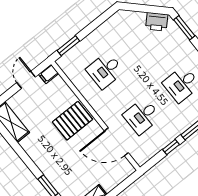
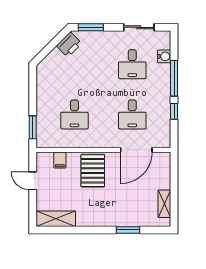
filing cabinet: (49, 74) -> (60, 160), moved

